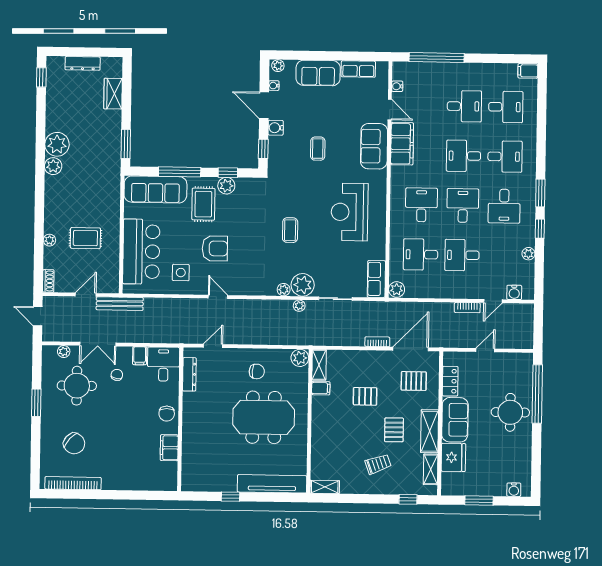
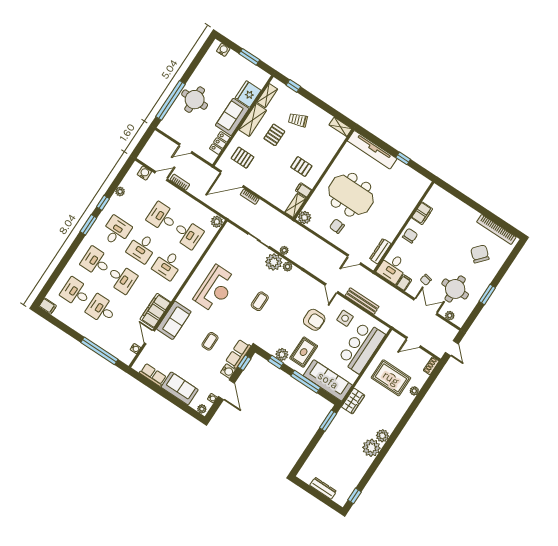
wardrobe: (113, 94) -> (353, 401), moved
rug: (85, 238) -> (391, 378), width x1.36, depth x1.43
armchair: (215, 248) -> (314, 320), turned 180
desk: (462, 255) -> (162, 217), turned 180
row of seats: (376, 279) -> (238, 354), moved, turned 180
bench: (120, 304) -> (362, 301), moved
pallet: (365, 396) -> (301, 167), moved

